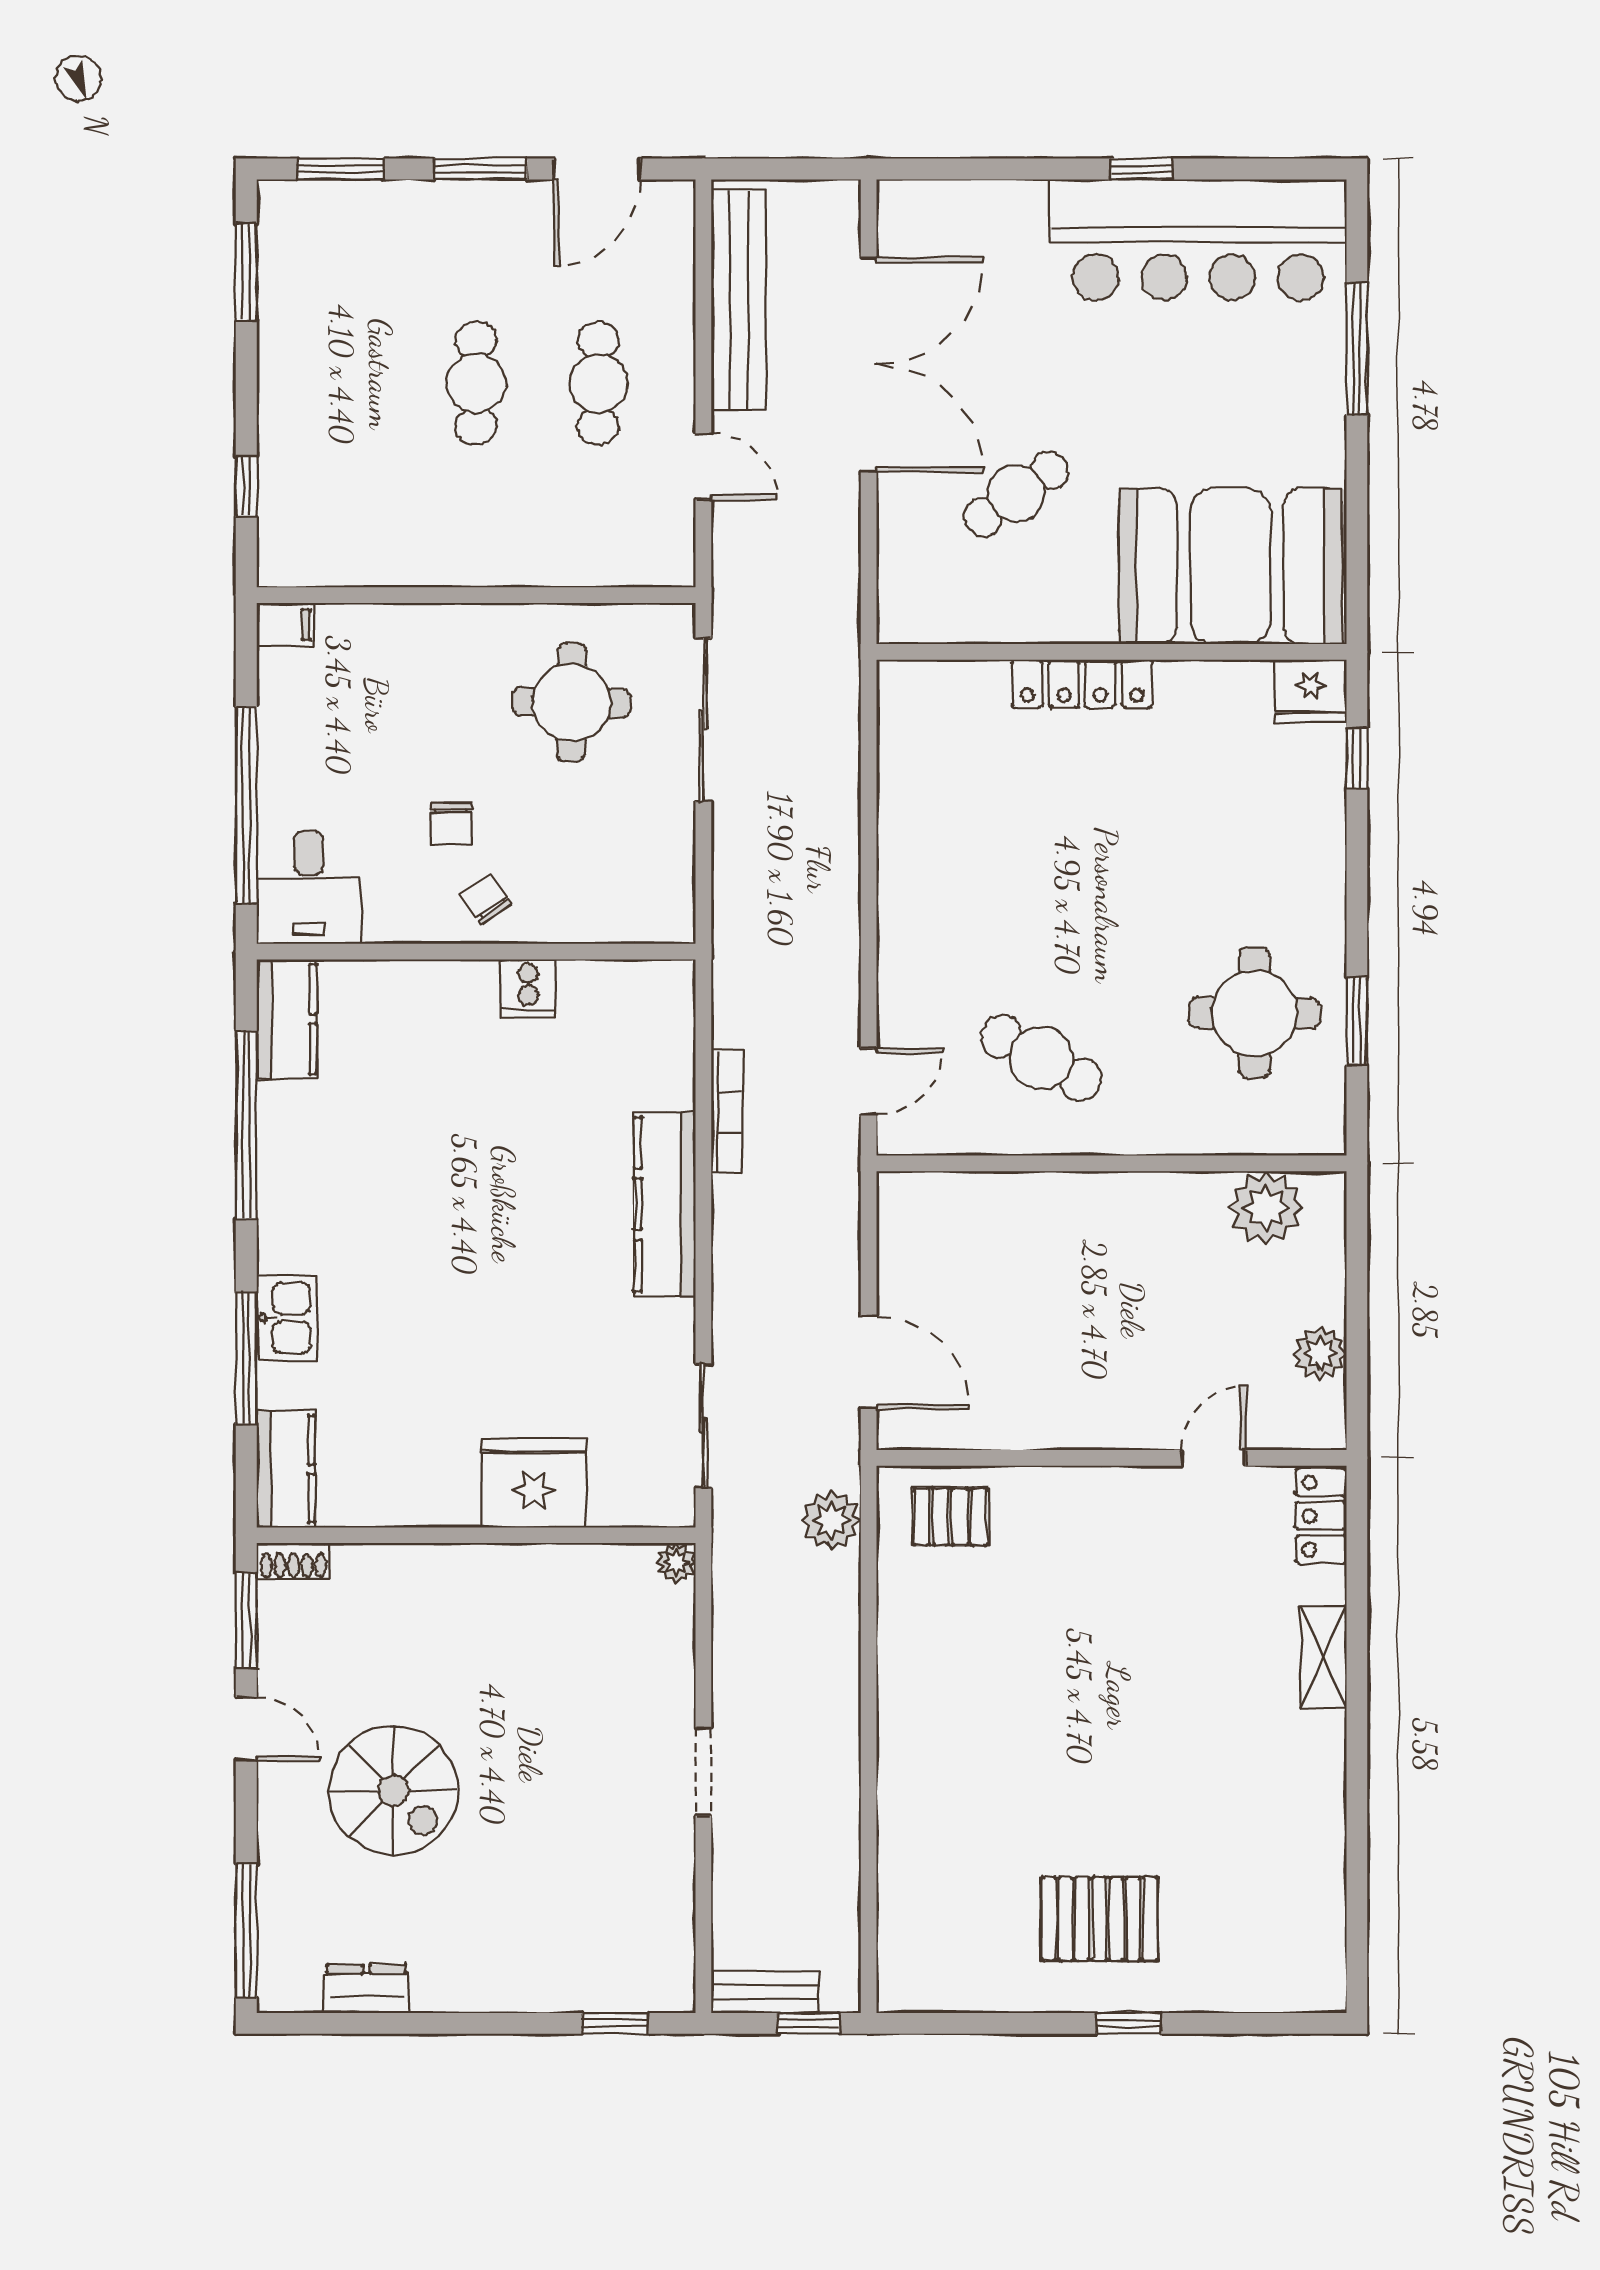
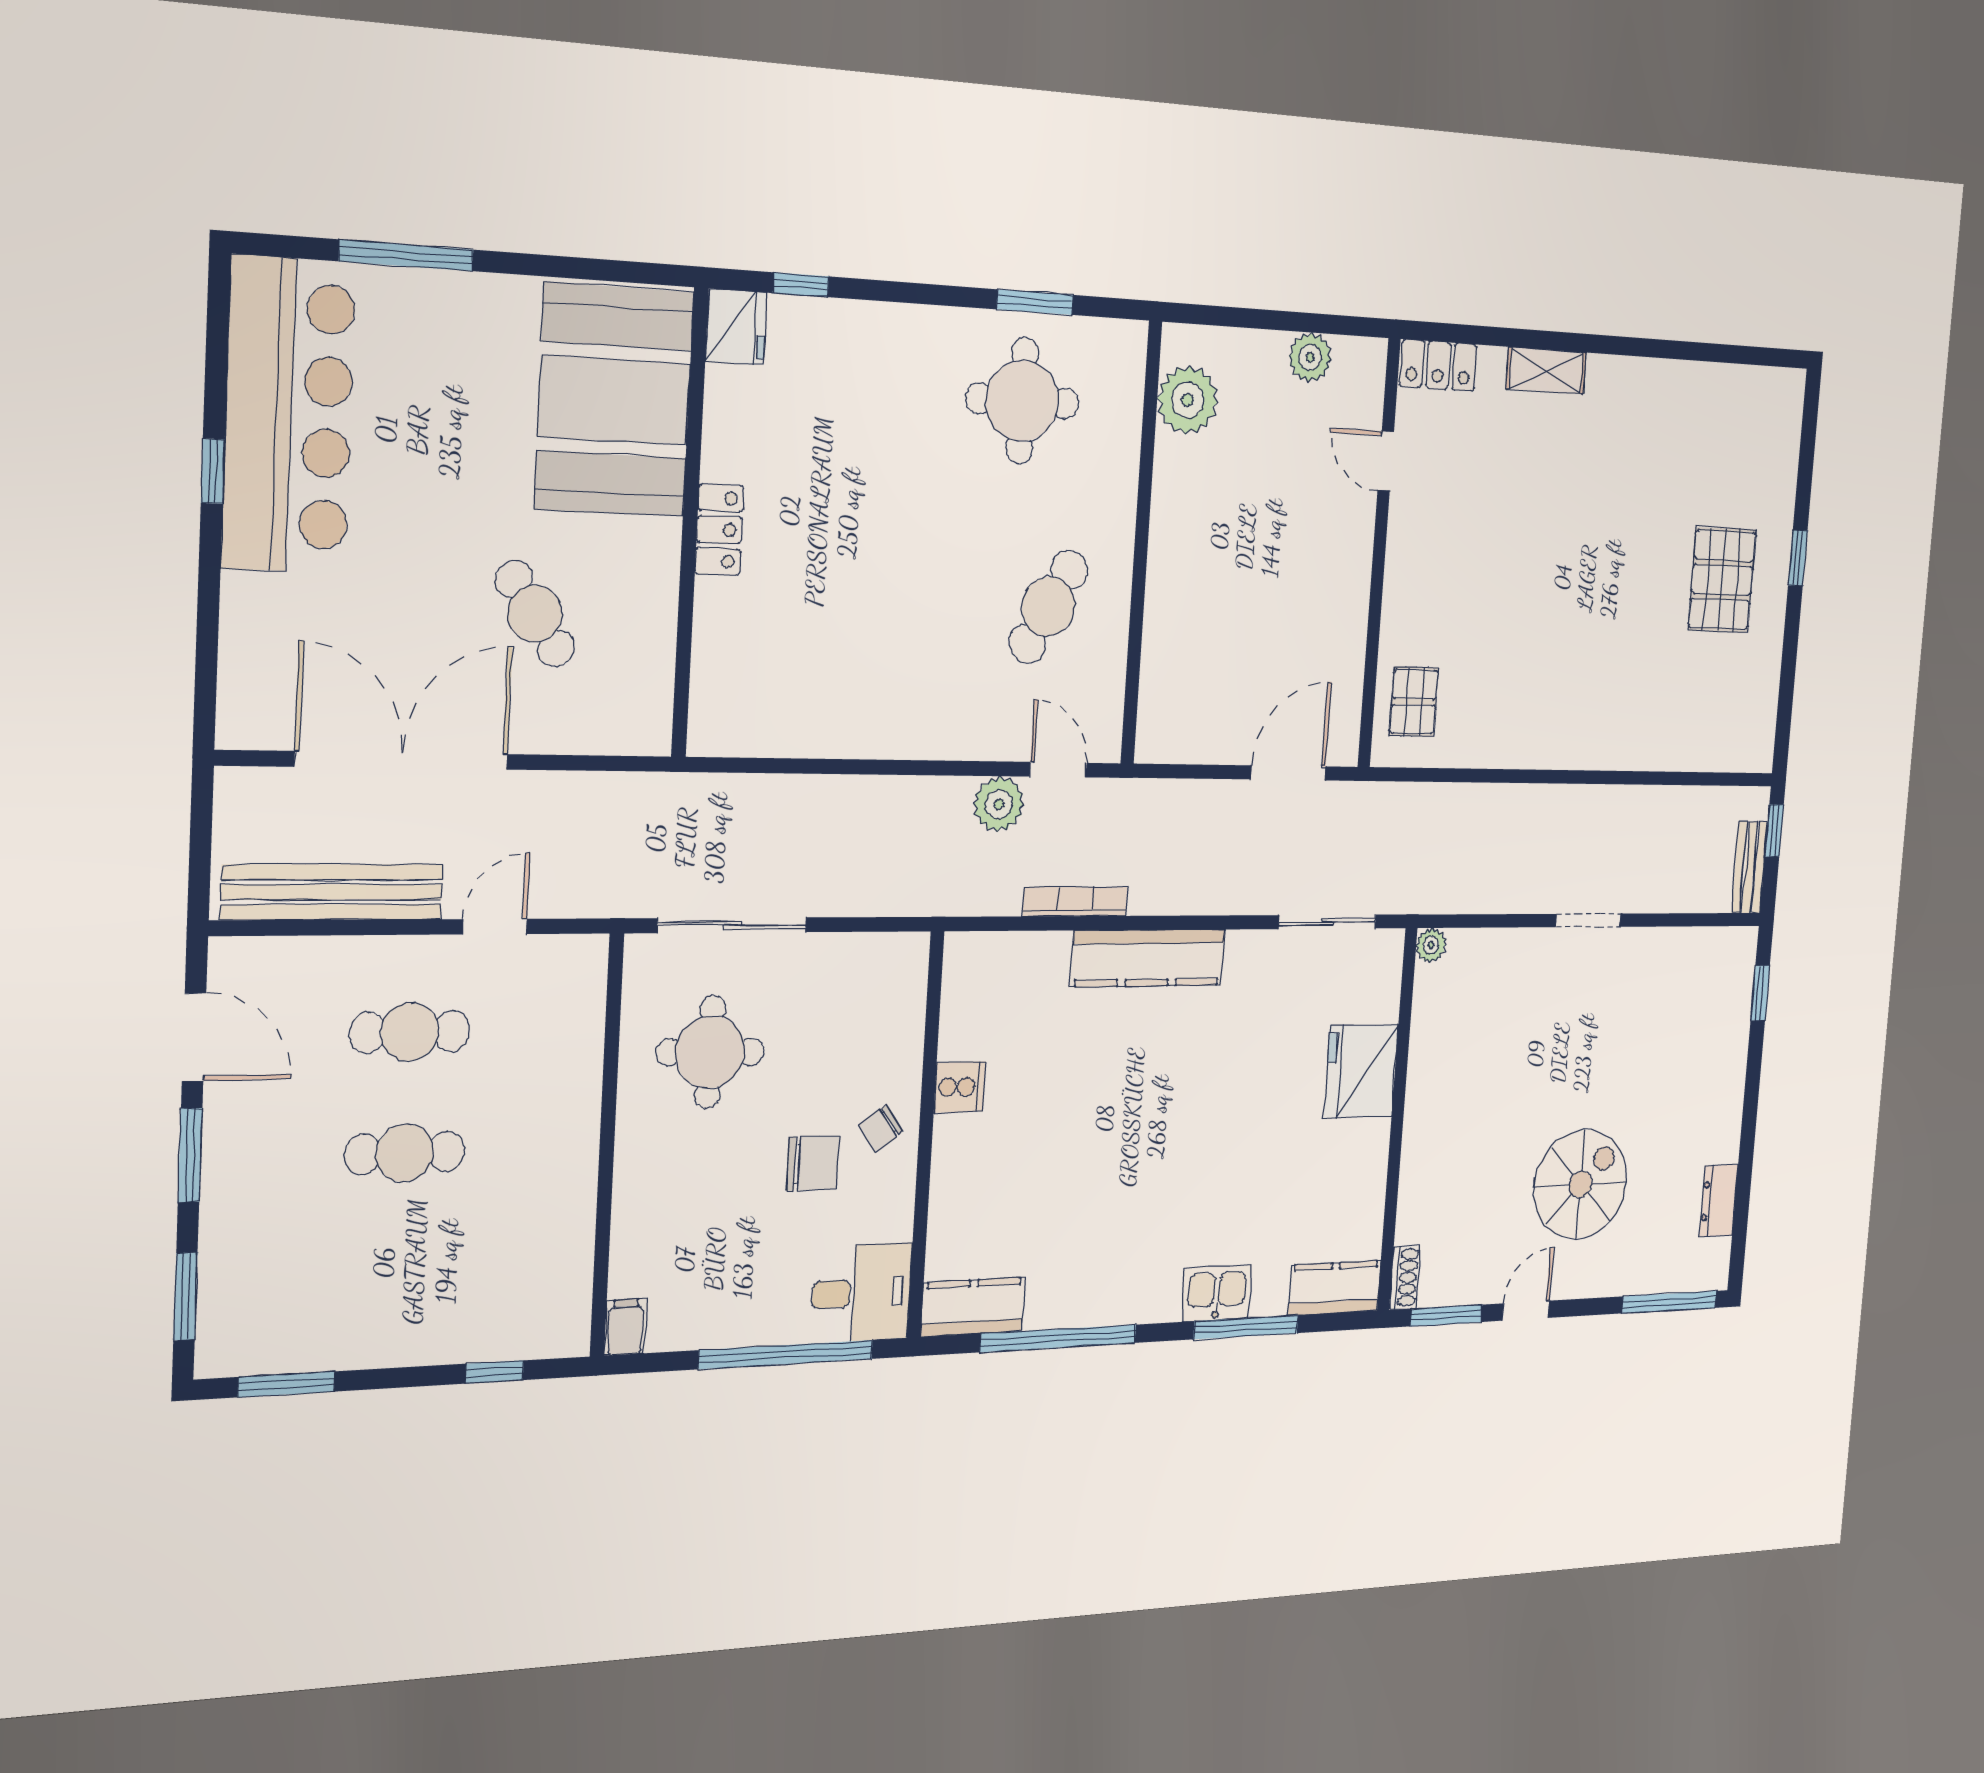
locker: (1082, 684) -> (719, 530), width x0.66
chair: (451, 823) -> (812, 1163), width x1.37, depth x1.37
plant: (831, 1520) -> (999, 804), moved

